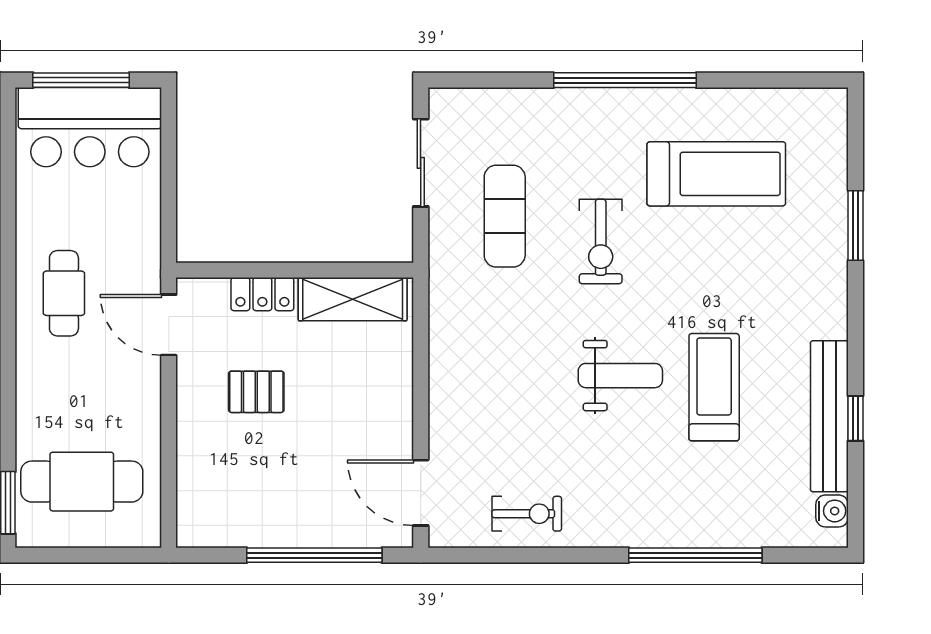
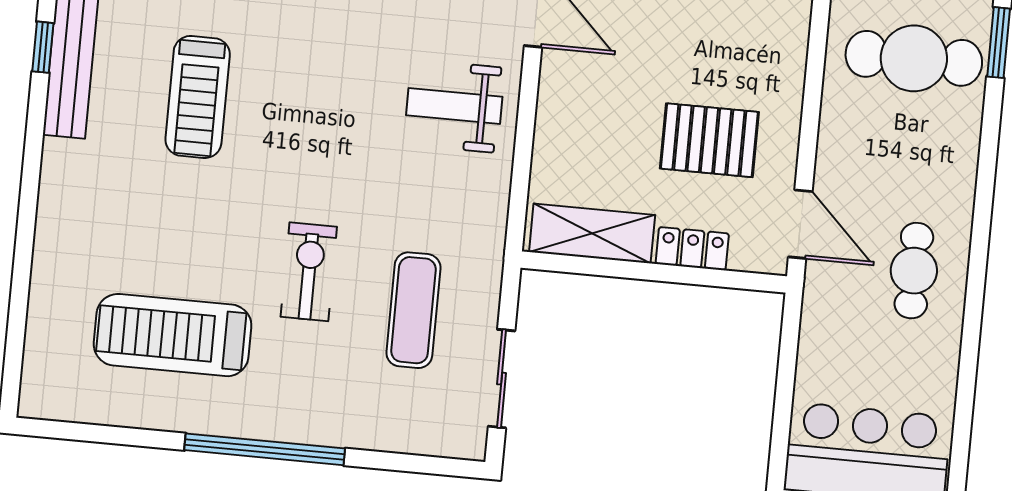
window: (855, 226) -> (23, 263), removed
weight bench: (620, 376) -> (454, 106), moved
pallet: (256, 392) -> (709, 140), width x1.50, depth x1.42

